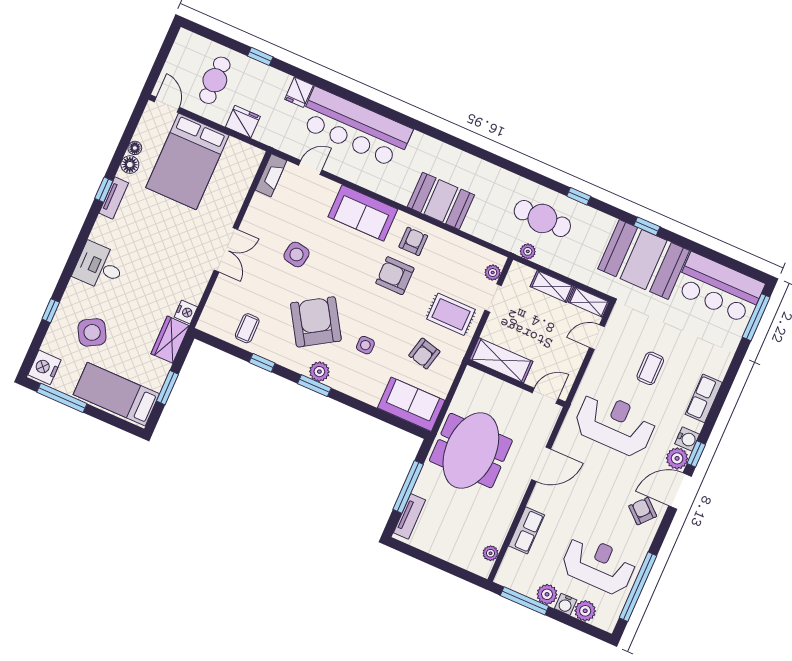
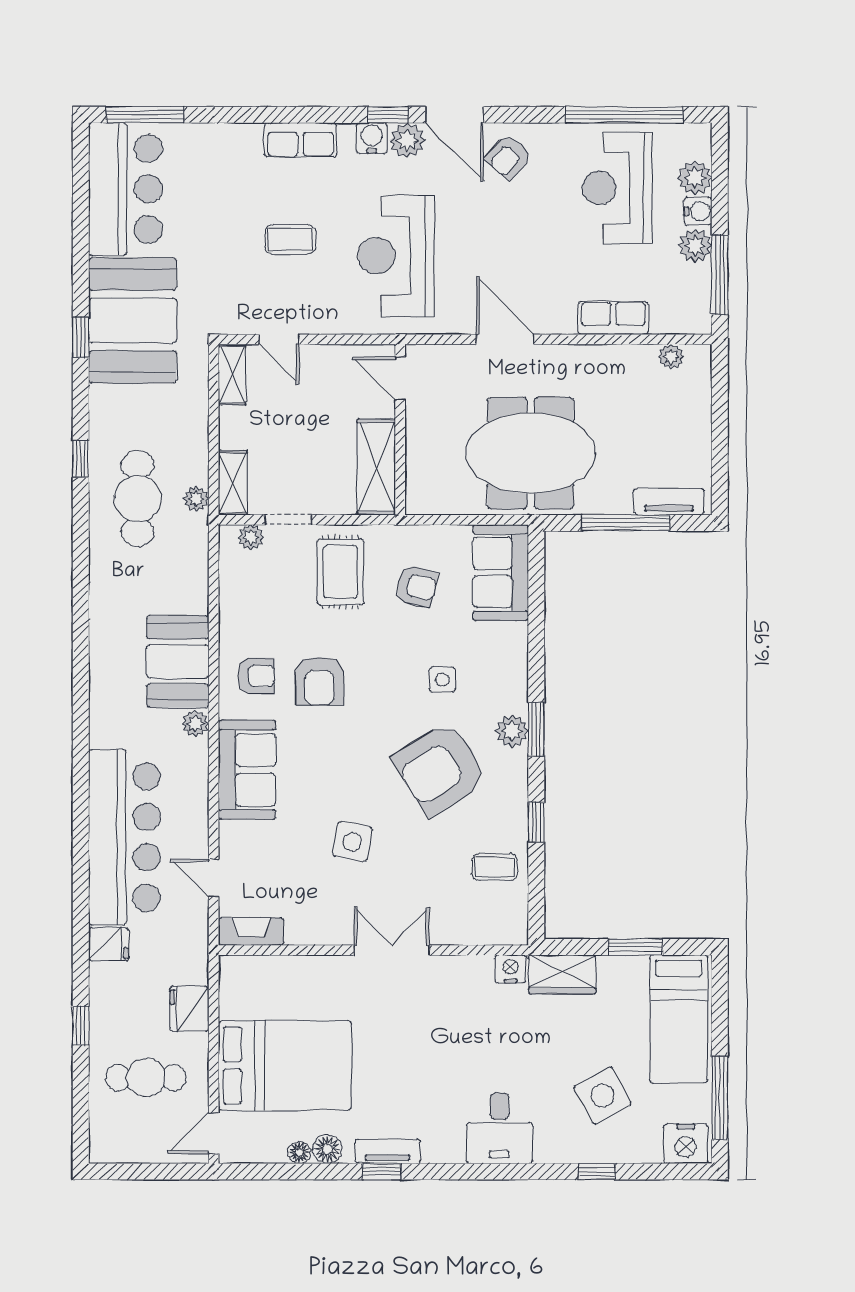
plant: (402, 195) -> (195, 724), added
armchair: (413, 241) -> (256, 676), turned 180
shelving: (552, 286) -> (233, 483), moved

